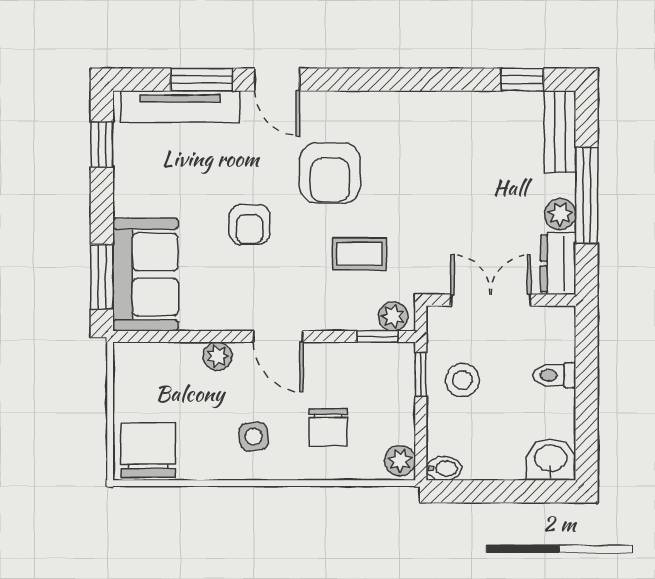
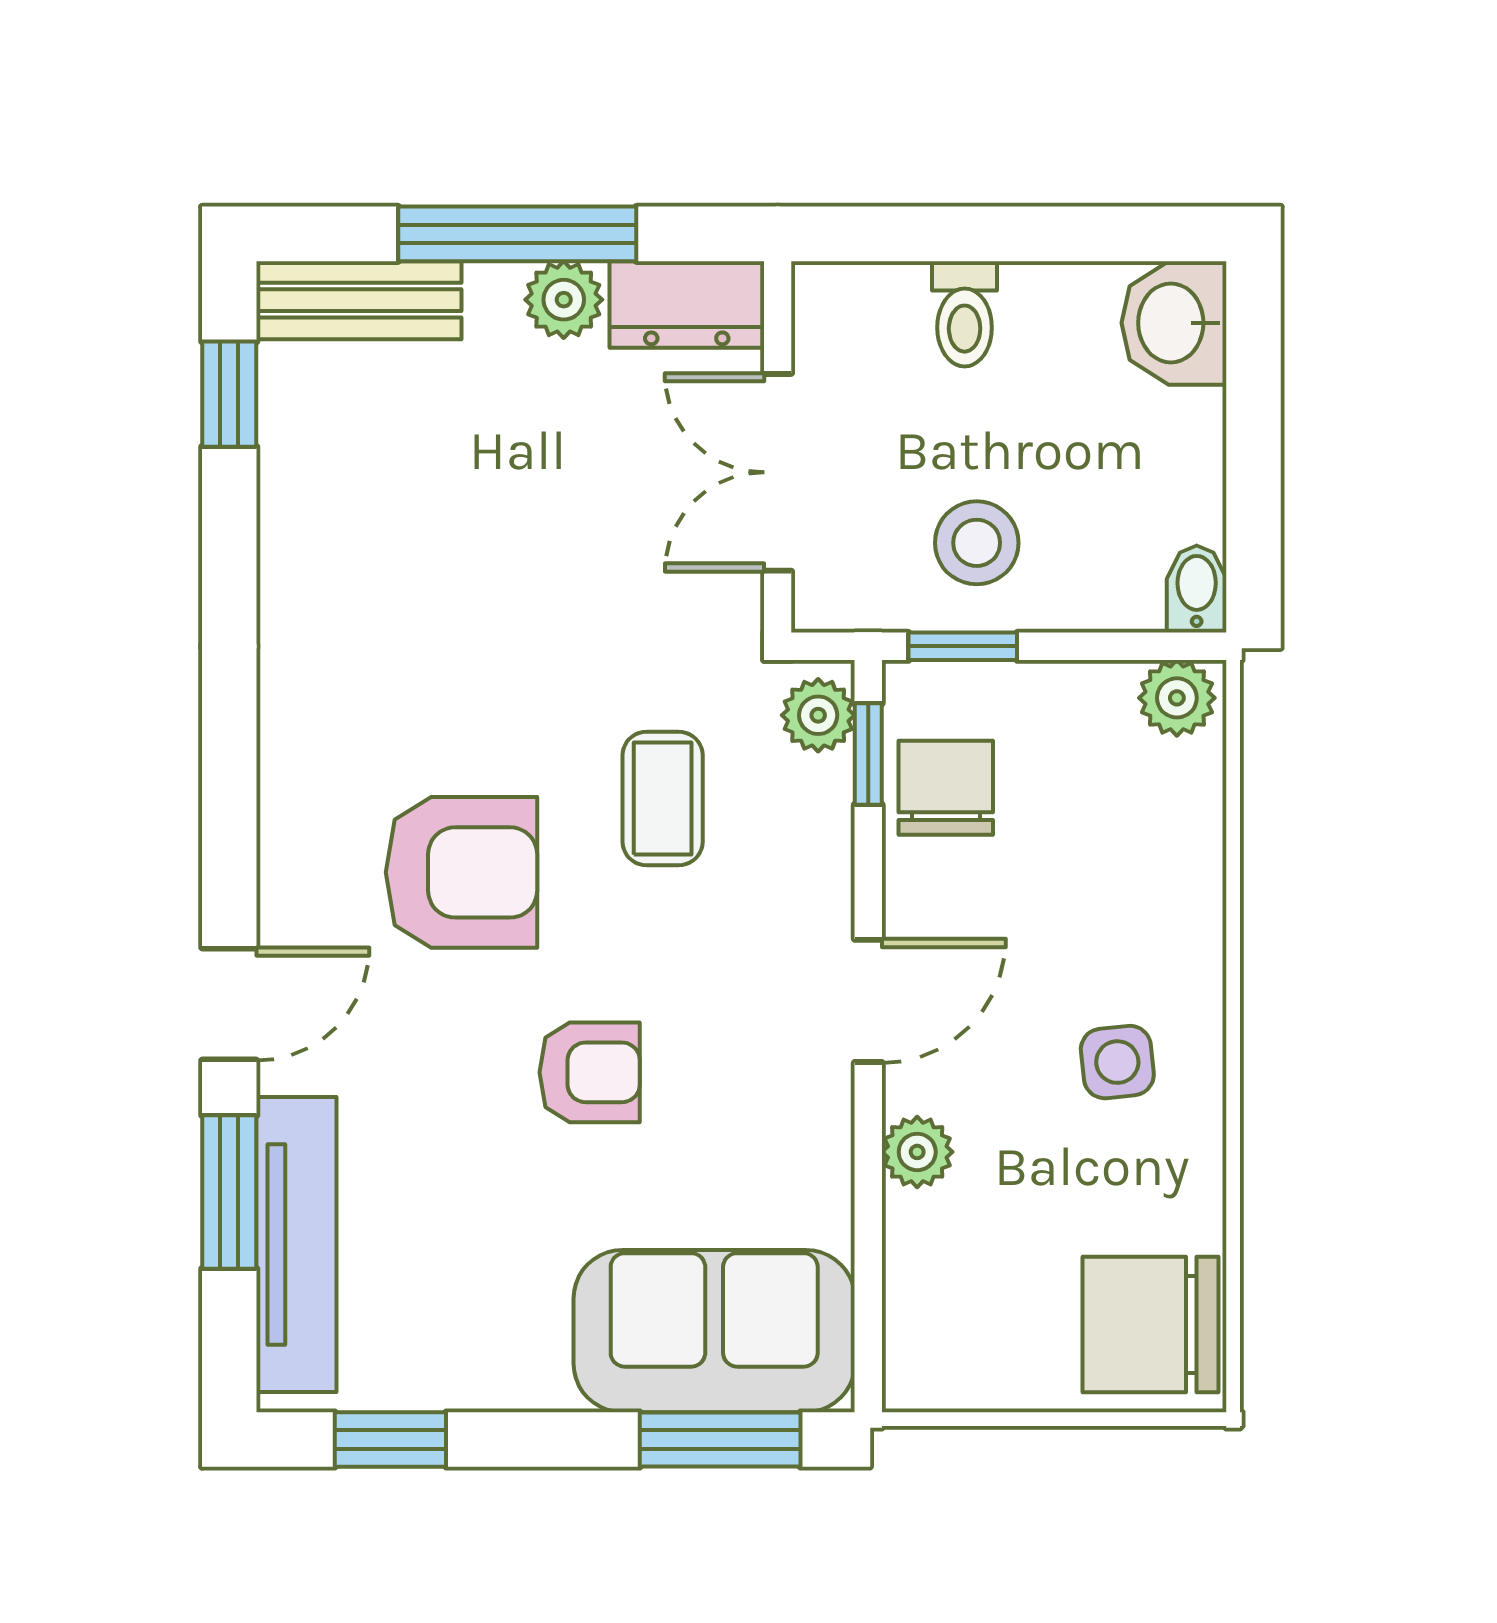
chair: (328, 427) -> (946, 788), moved, turned -90

